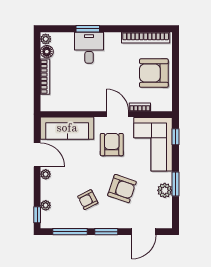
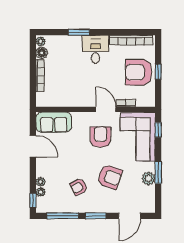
desk: (89, 48) -> (95, 49), moved
window: (175, 73) -> (158, 72), added
sofa: (67, 128) -> (54, 122), width x0.73
plant: (46, 174) -> (41, 182), moved

